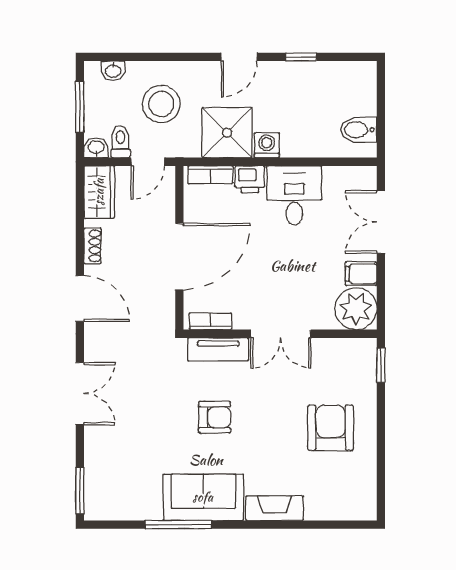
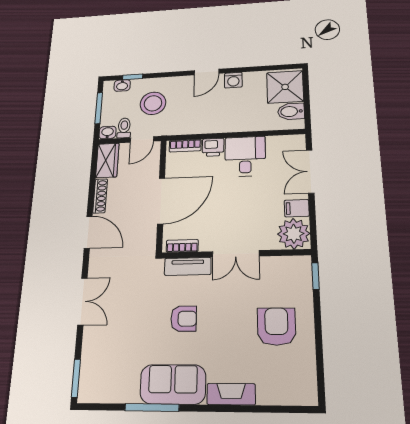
window: (301, 57) -> (133, 77), moved
shower: (227, 133) -> (285, 87), moved
washing machine: (267, 145) -> (233, 80), moved, turned 180
shoe rack: (93, 246) -> (100, 196), width x1.43

